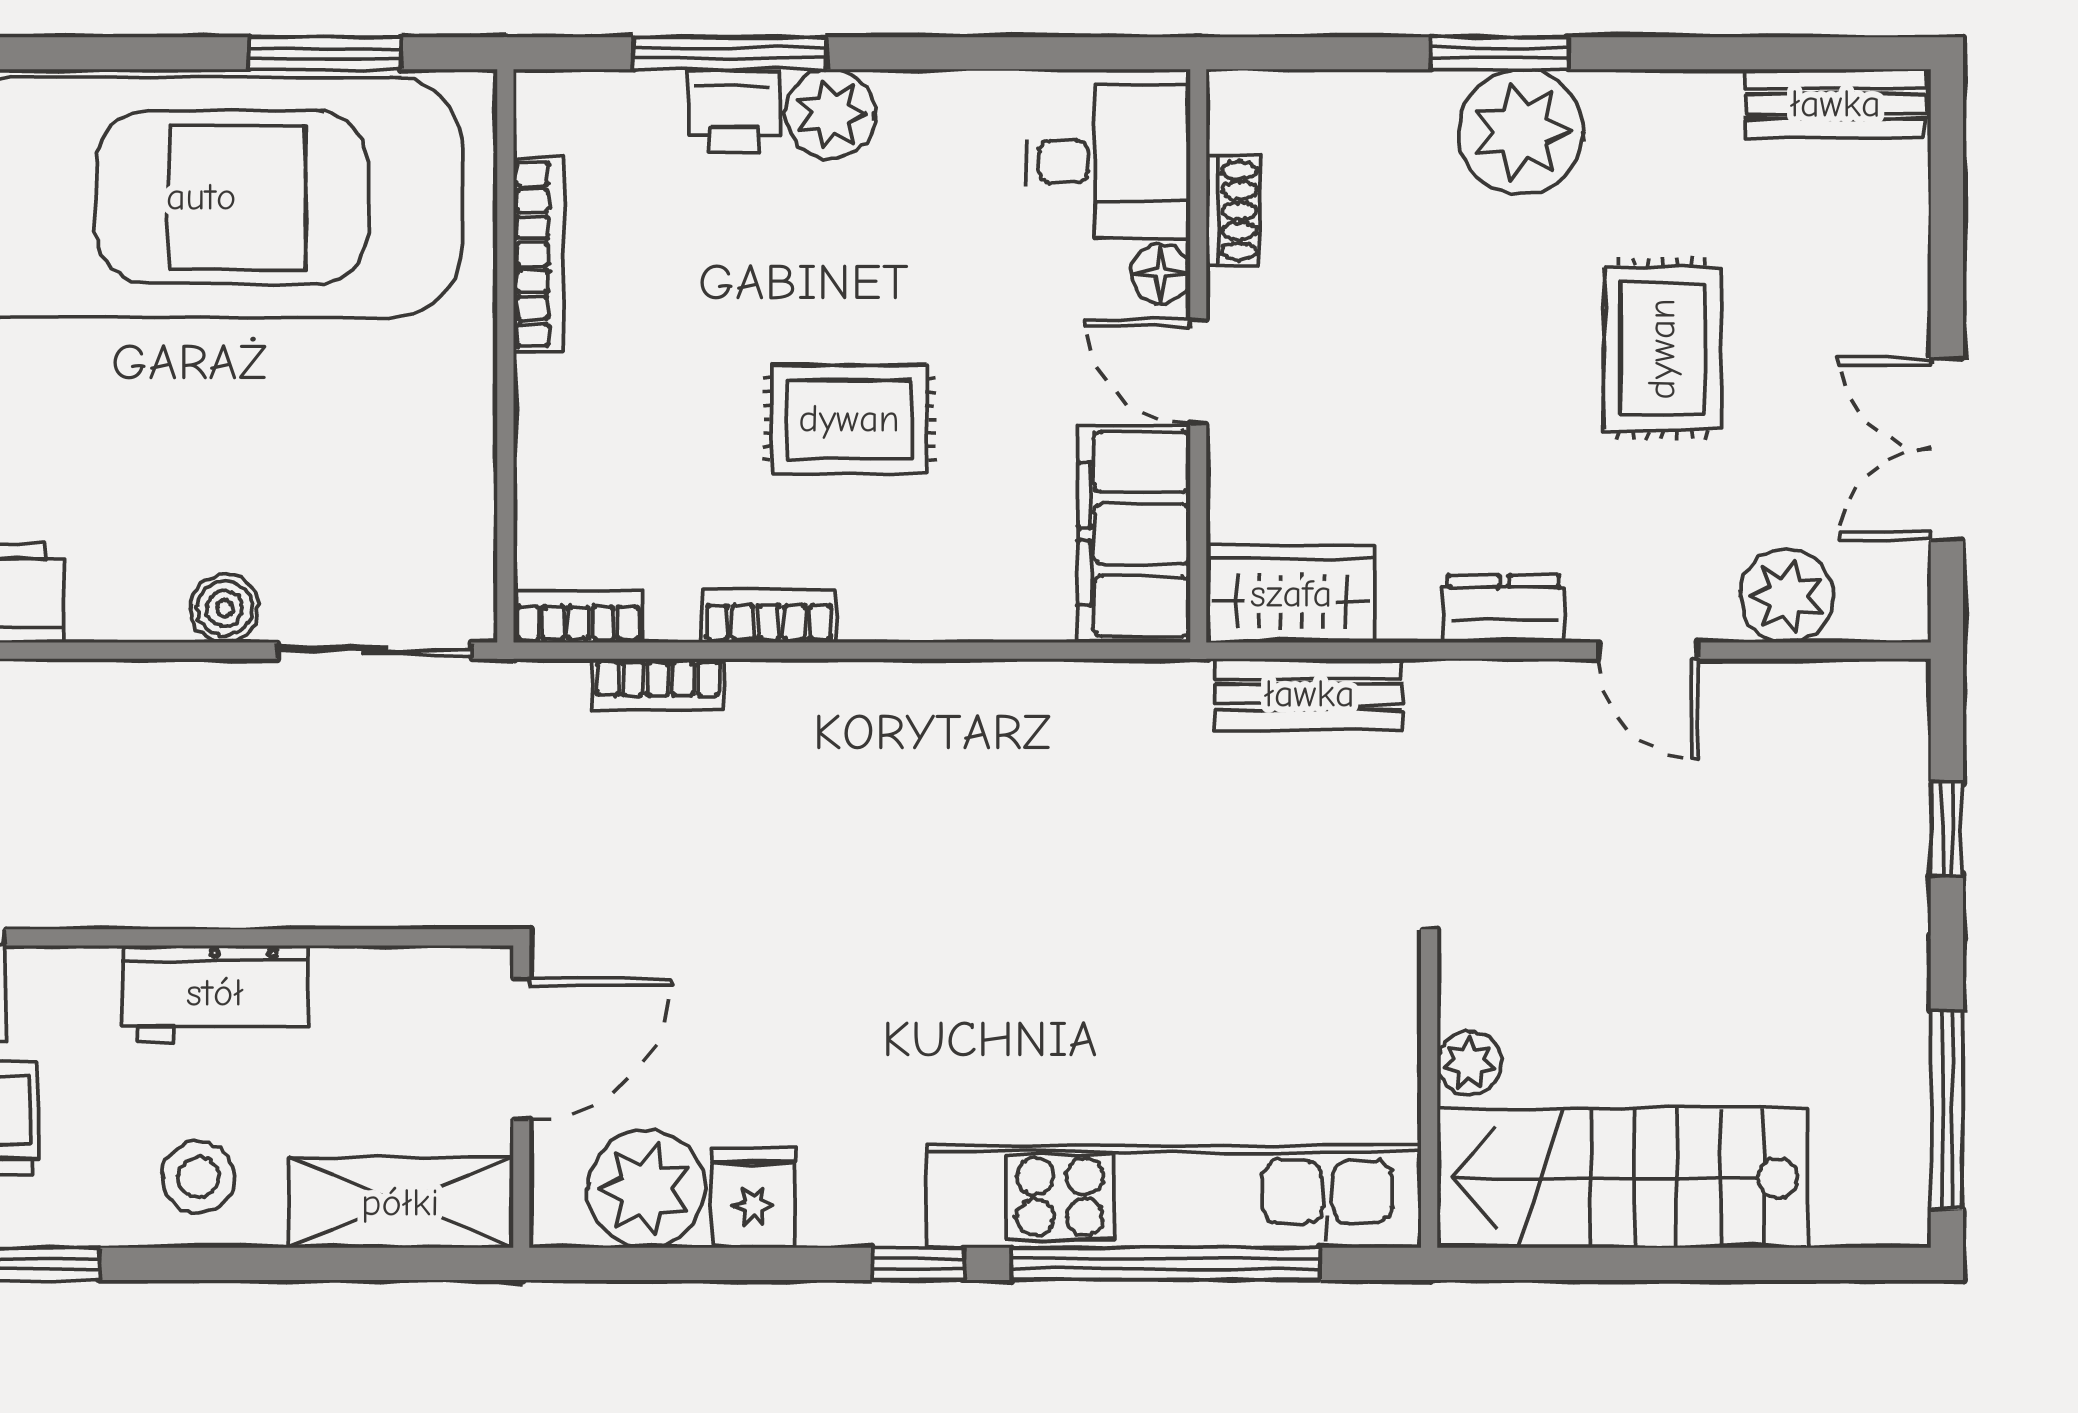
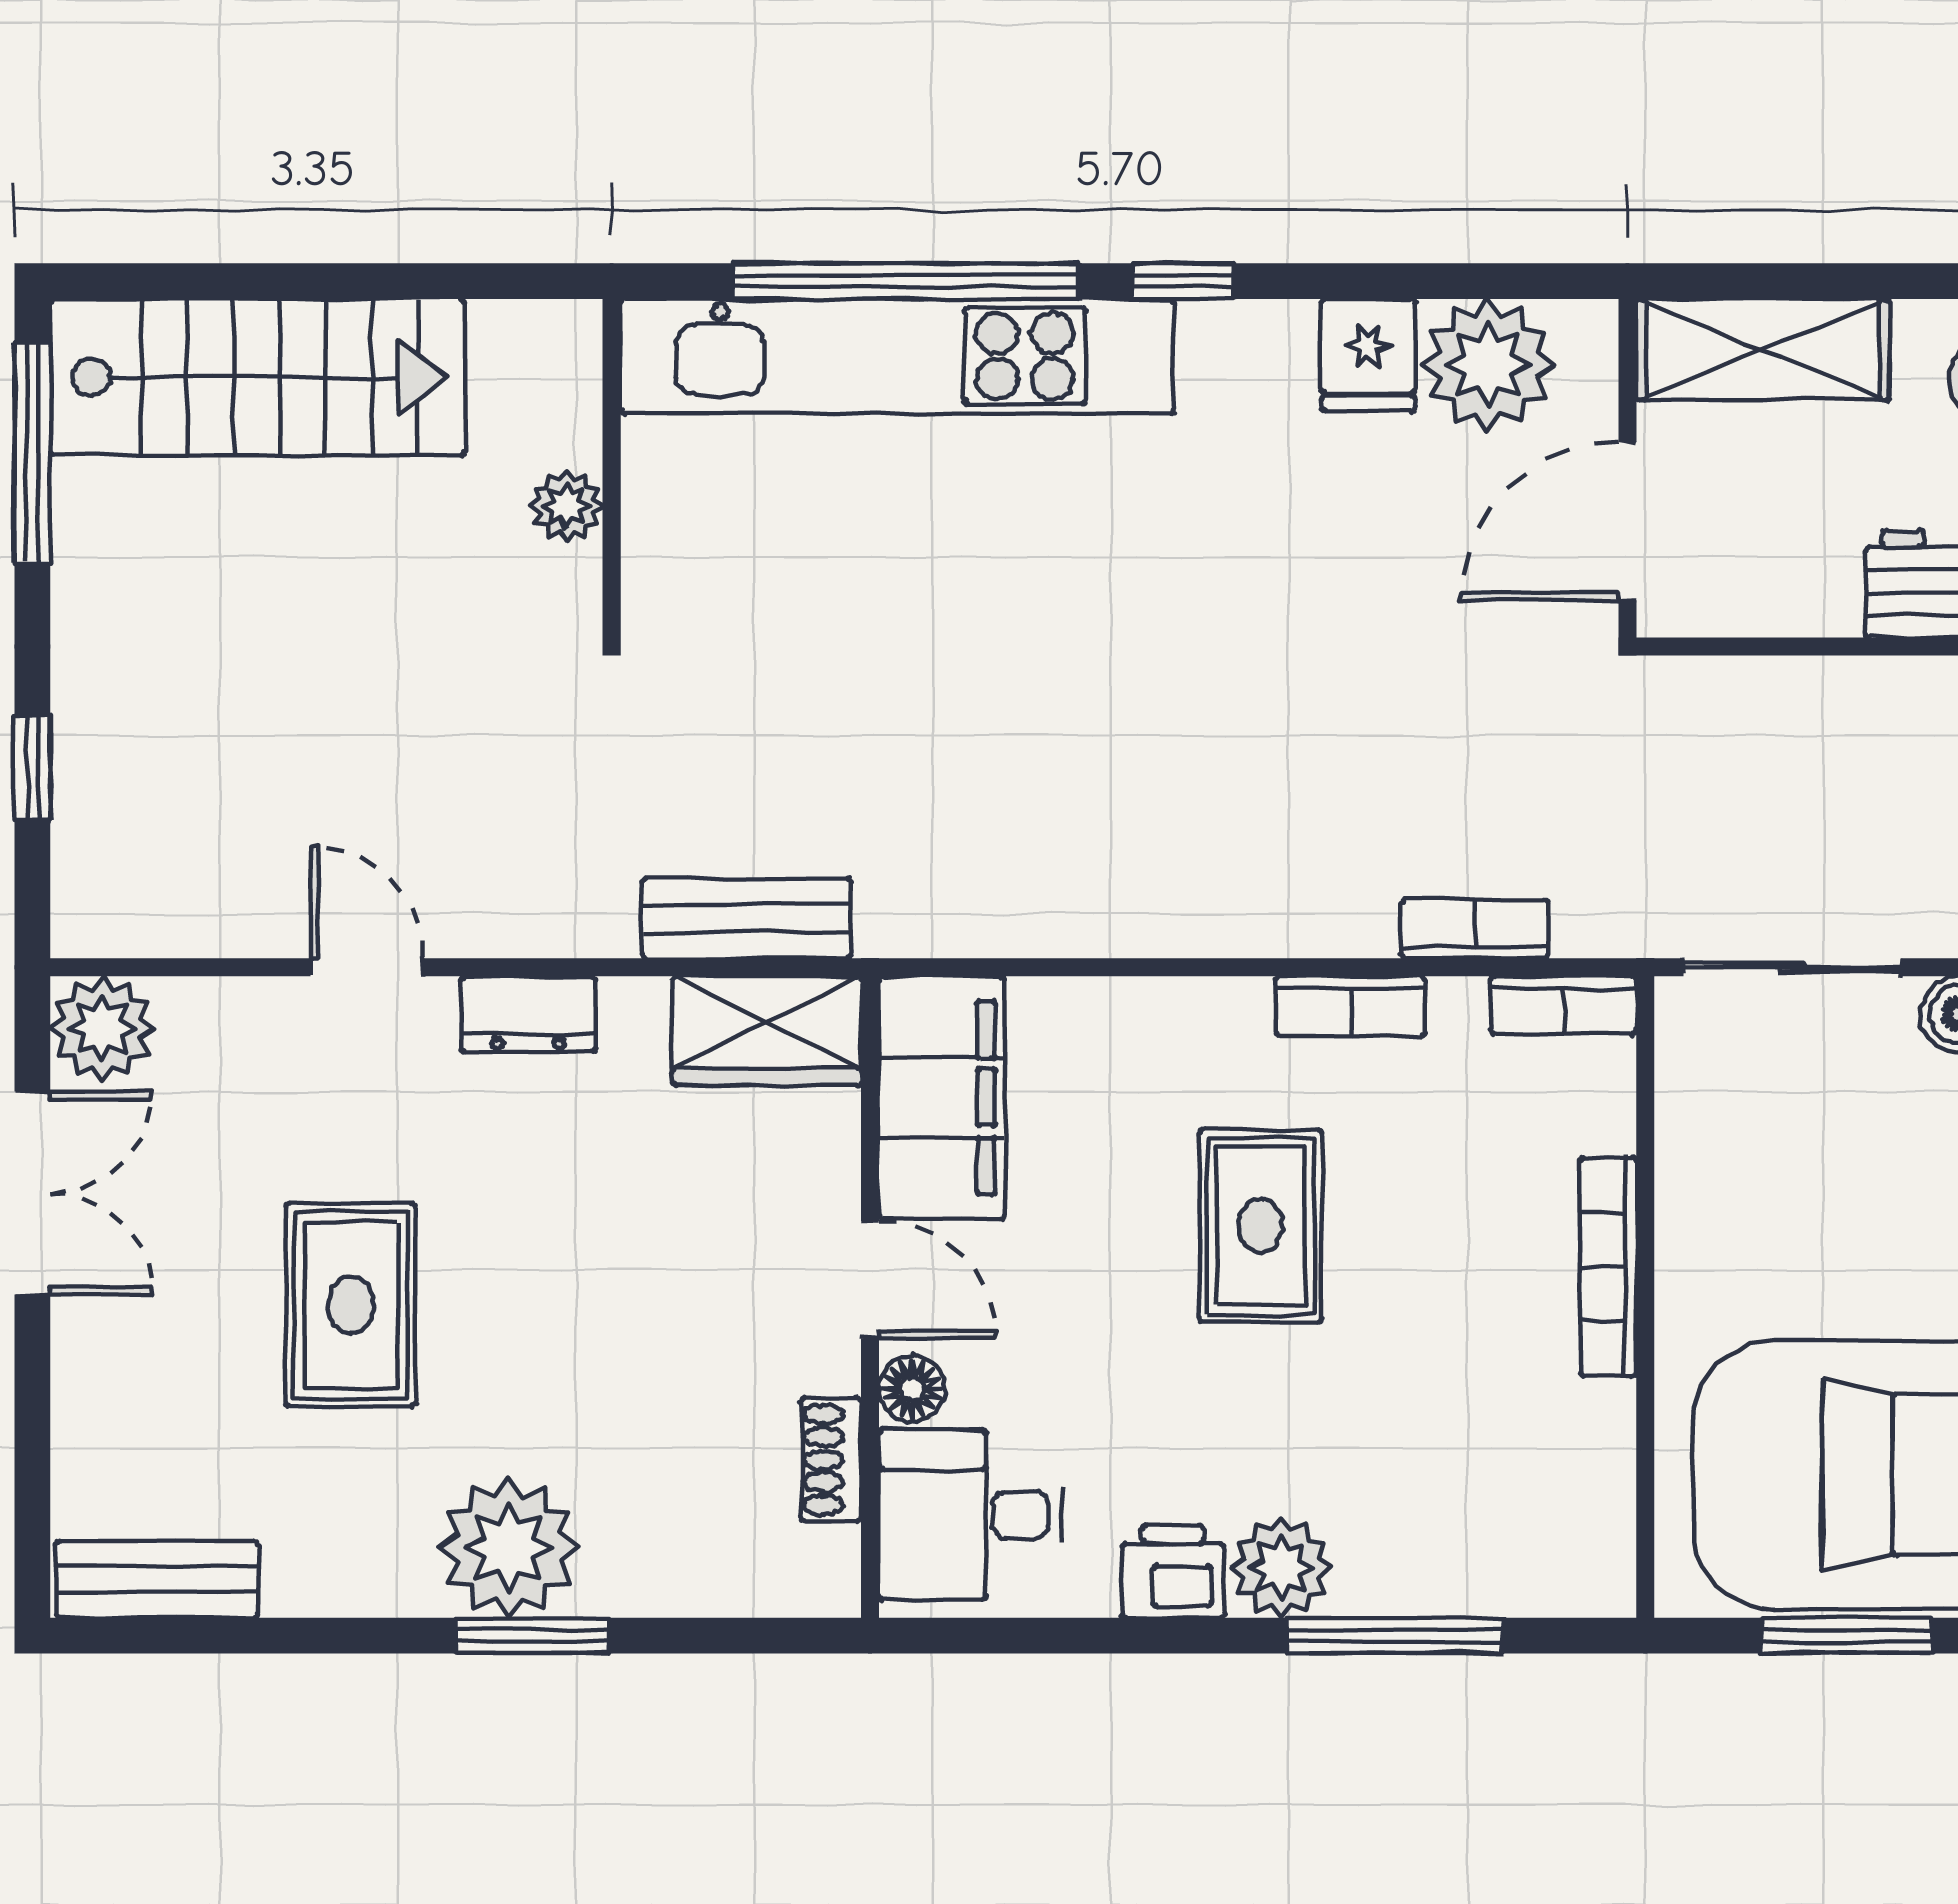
printer: (734, 111) -> (1173, 1571), moved
bookcase: (538, 254) -> (1608, 1267), moved
rug: (849, 419) -> (1261, 1226), turned 90
plant: (1787, 596) -> (102, 1028), moved
stairs: (1622, 1178) -> (257, 377), moved

